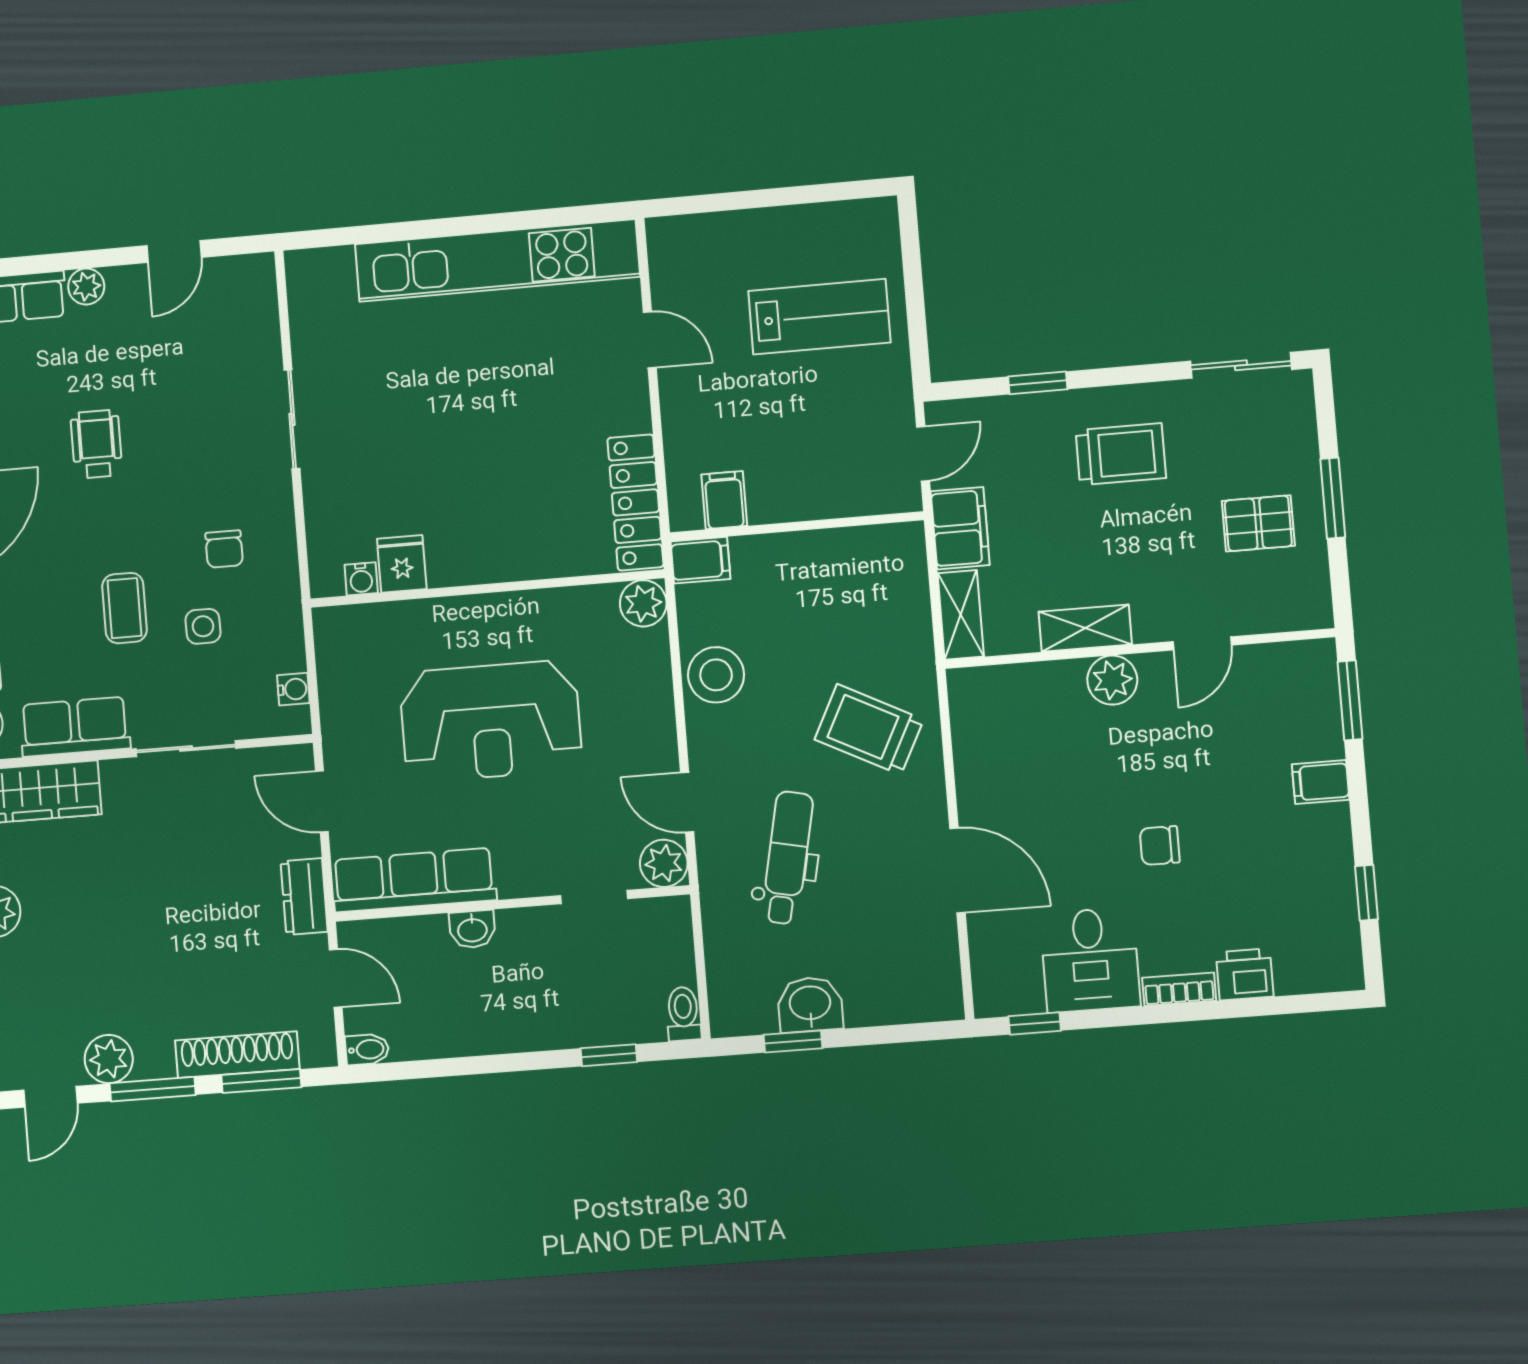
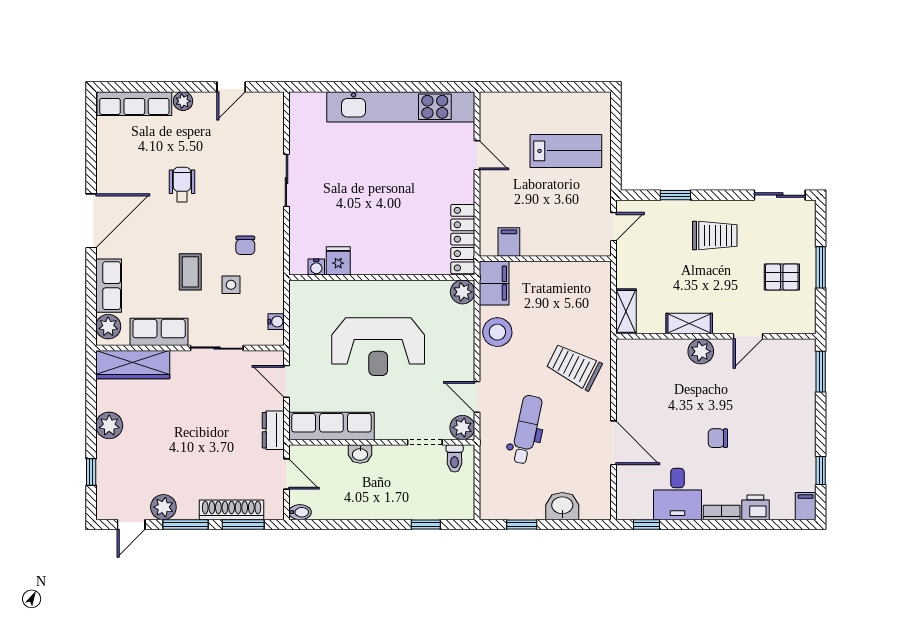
filing cabinet: (960, 528) -> (629, 267), removed
filing cabinet: (700, 560) -> (494, 283), width x2.00
filing cabinet: (1321, 782) -> (806, 506), moved, turned 90
washbasin: (810, 1004) -> (562, 506), moved
toilet: (683, 1014) -> (455, 458), moved, turned 180

